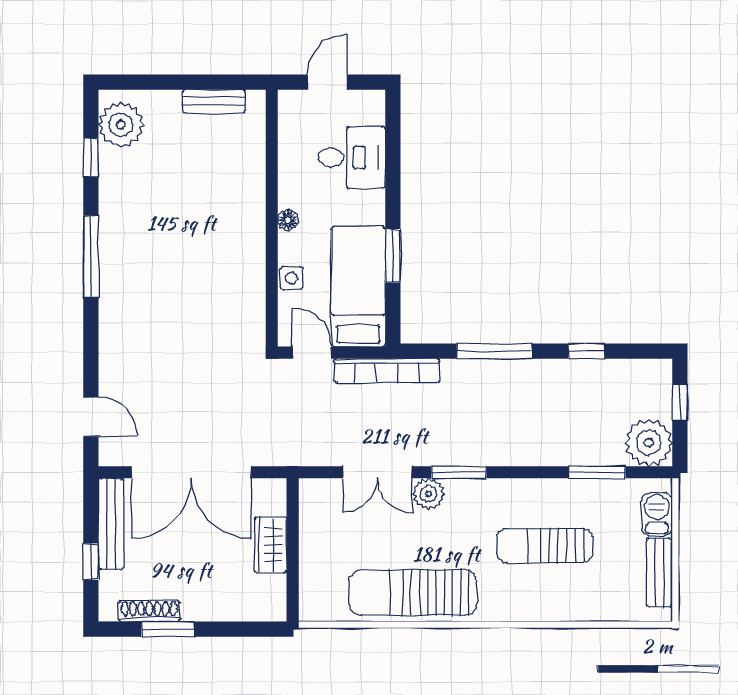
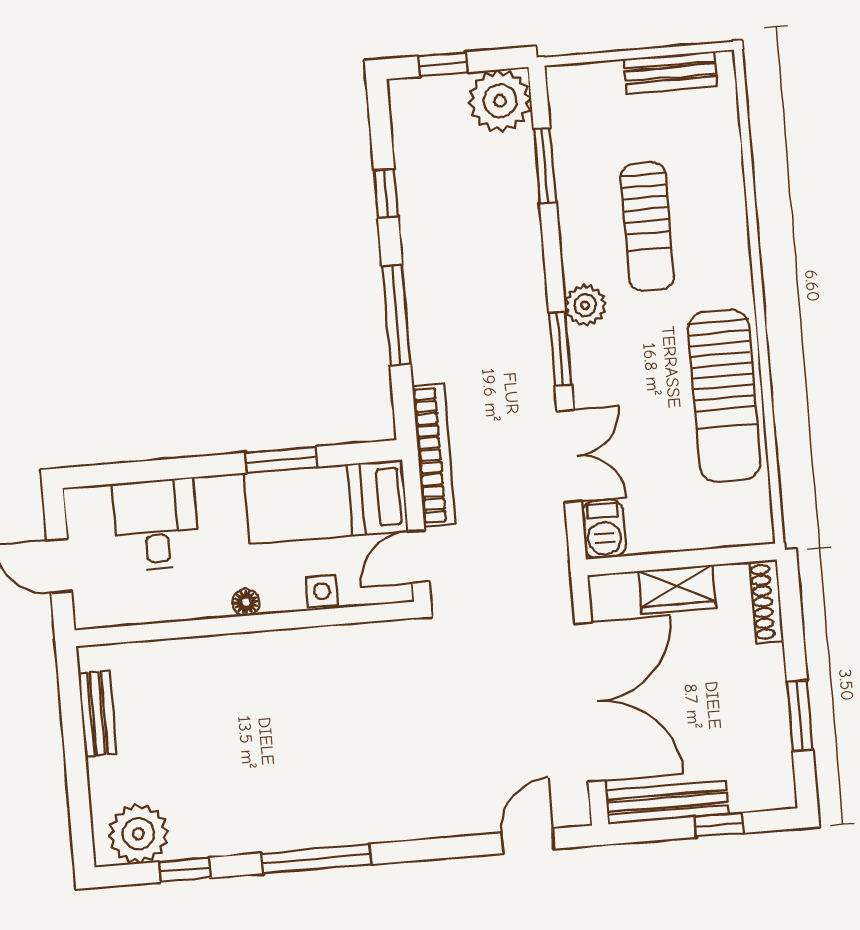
plant: (428, 494) -> (585, 305), moved
barbecue: (657, 514) -> (604, 529), moved, turned -90
shoe rack: (149, 611) -> (766, 602), moved

